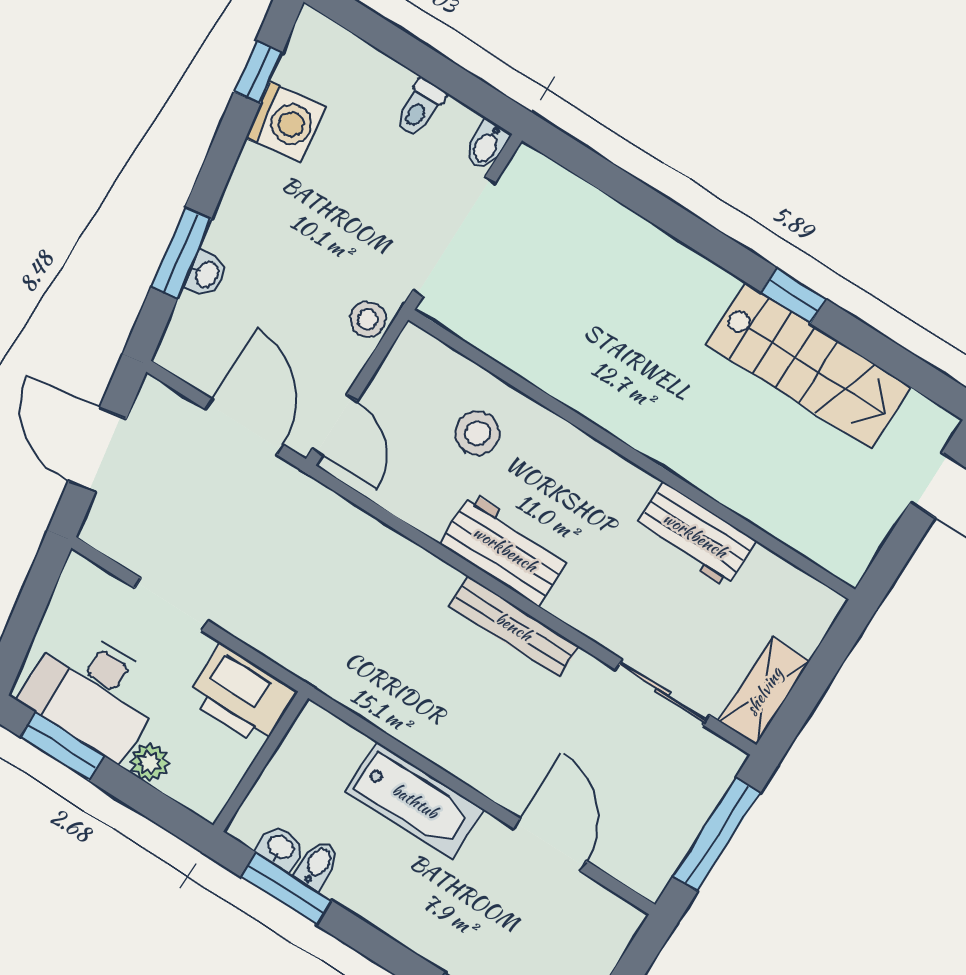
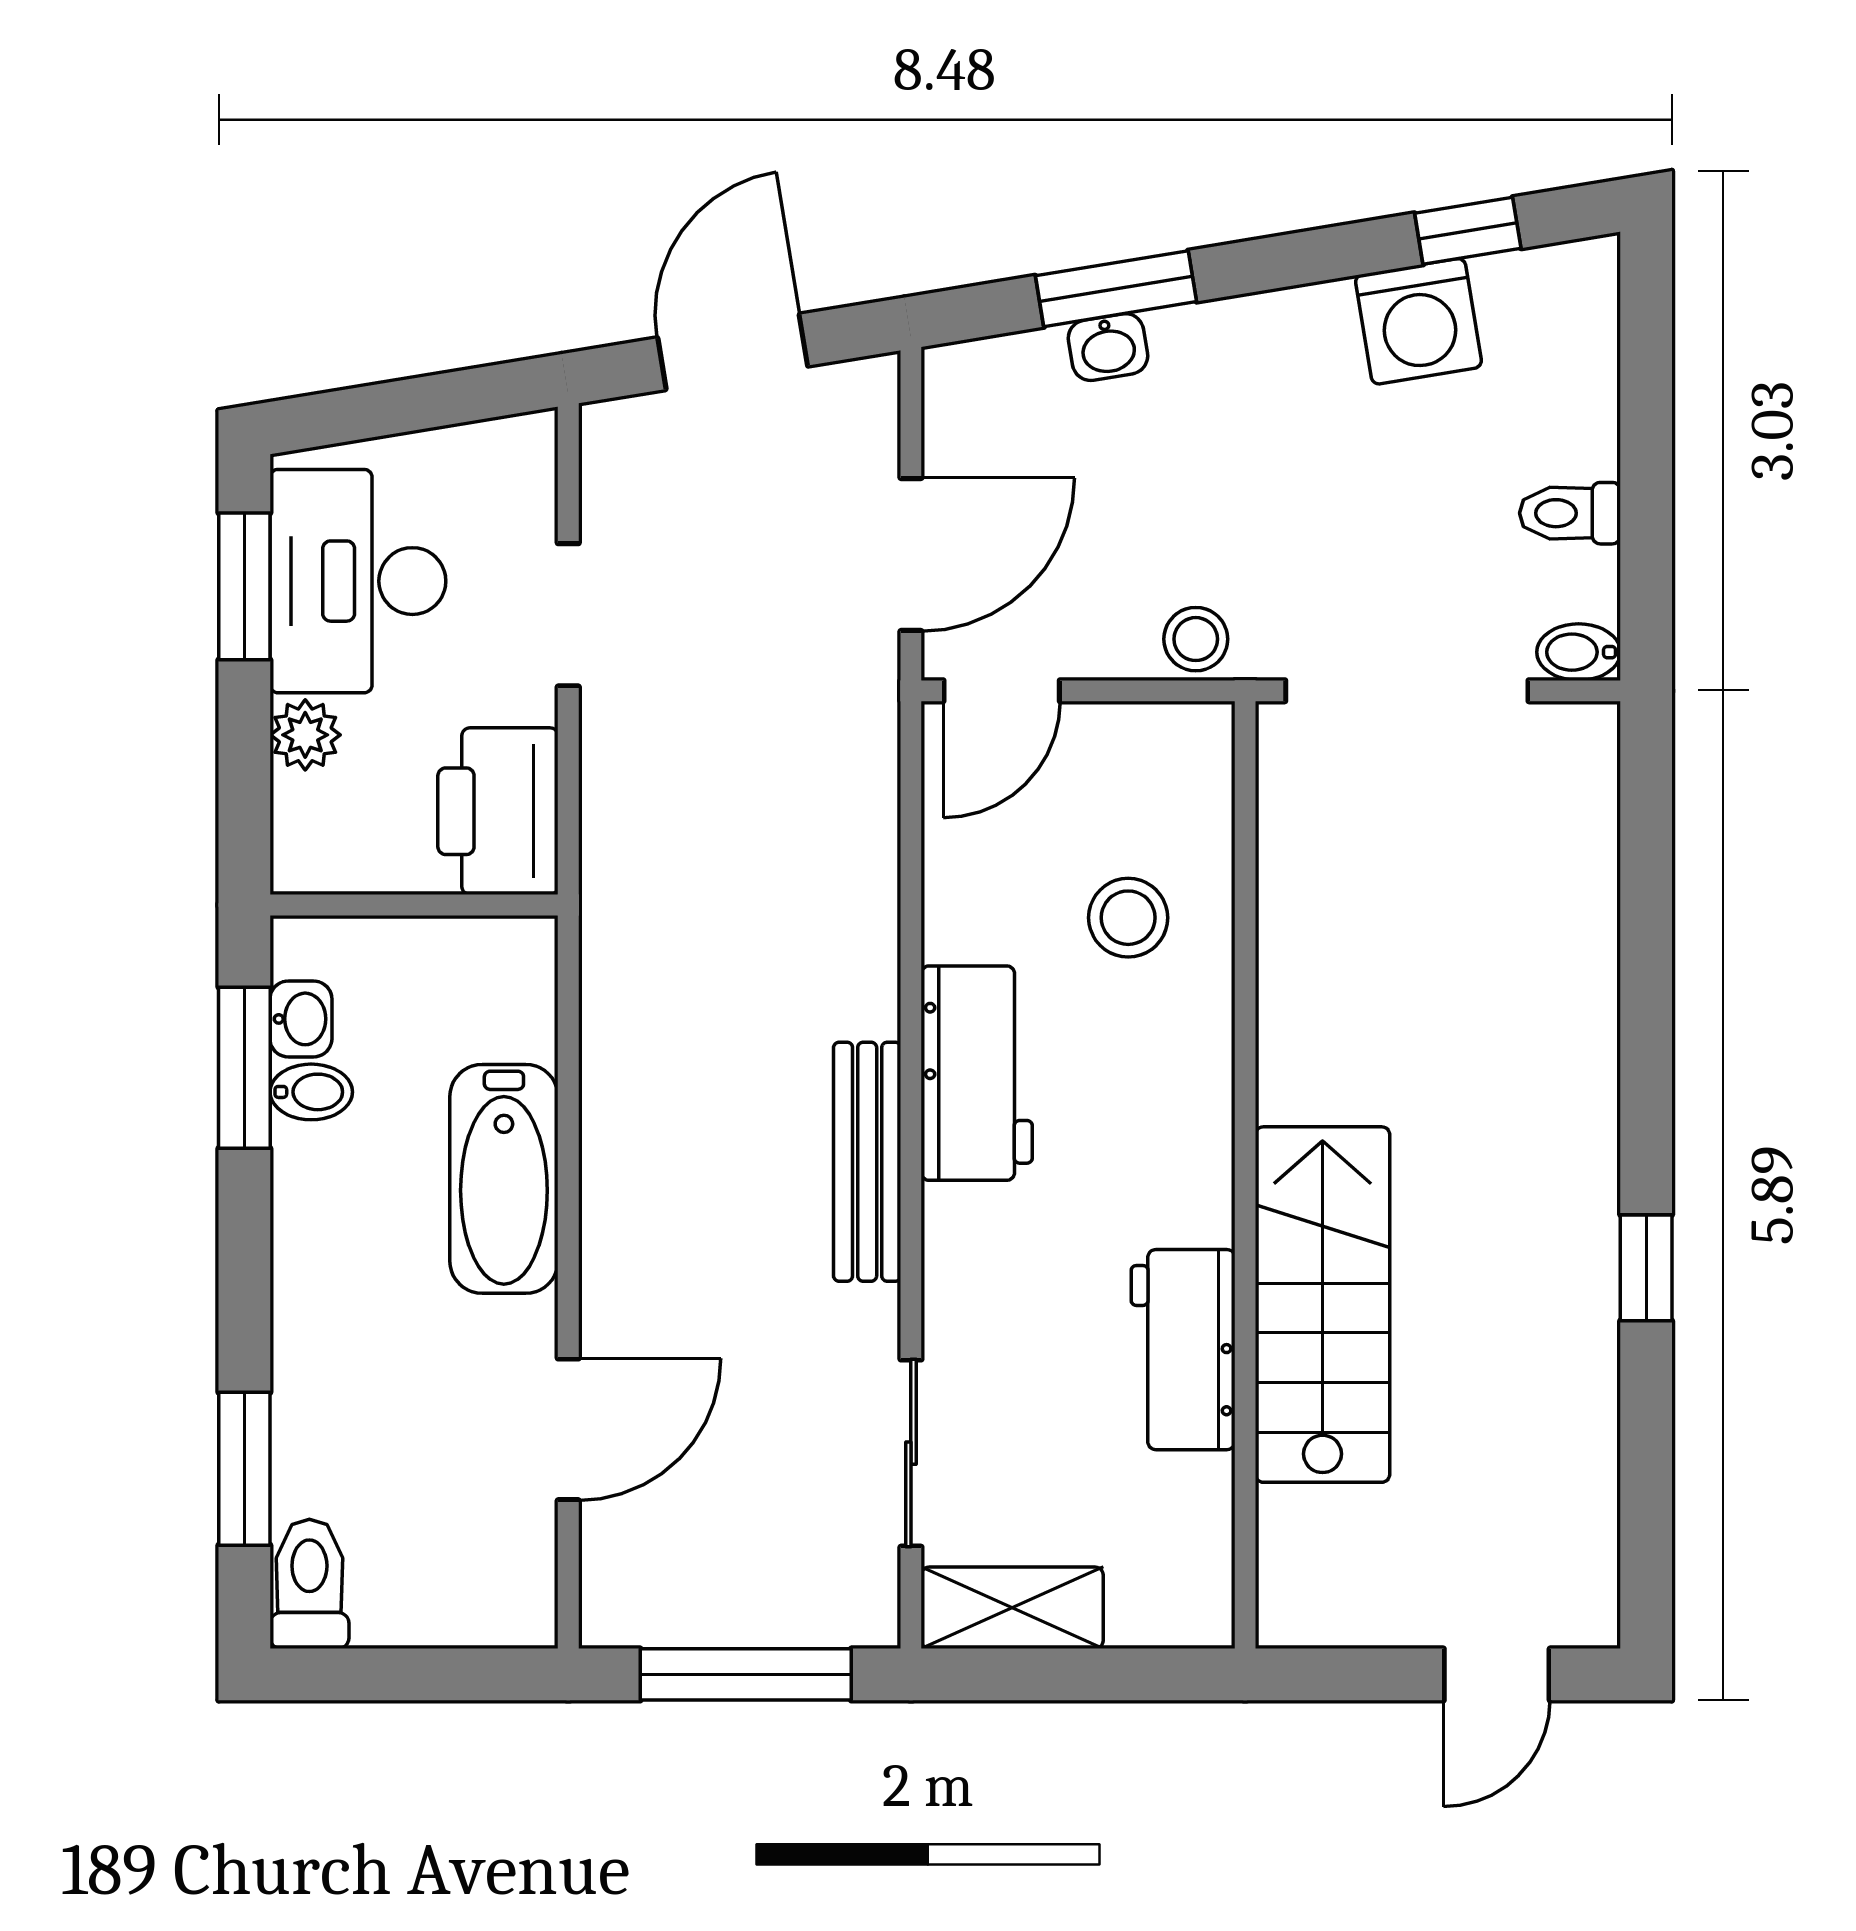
stairs: (808, 366) -> (1323, 1305), moved, turned 180

